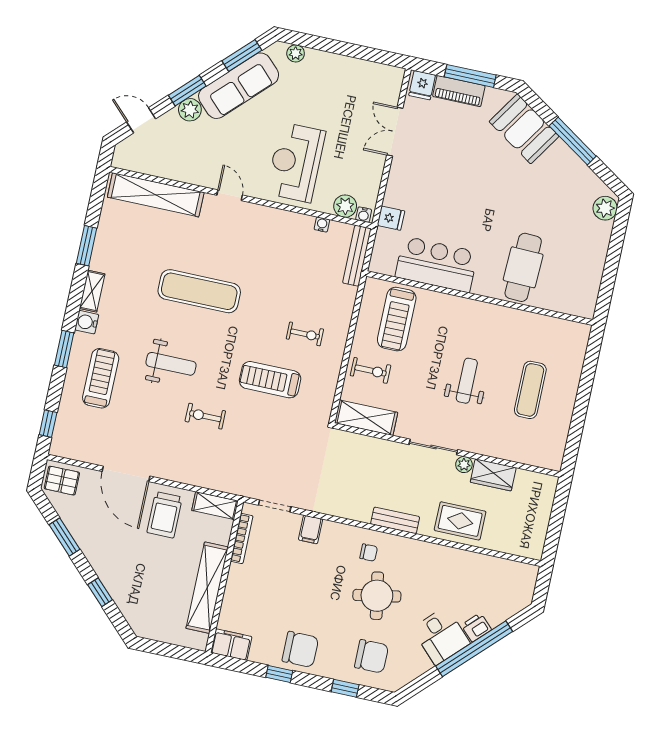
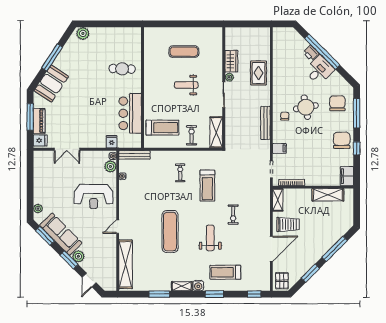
cafe table: (523, 267) -> (122, 69), width x0.73, depth x0.74
bench: (395, 520) -> (265, 123), moved, width x1.36
shelving: (207, 588) -> (328, 195), width x0.68
window: (100, 592) -> (335, 249), width x2.17
window: (345, 688) -> (357, 113), width x2.17

